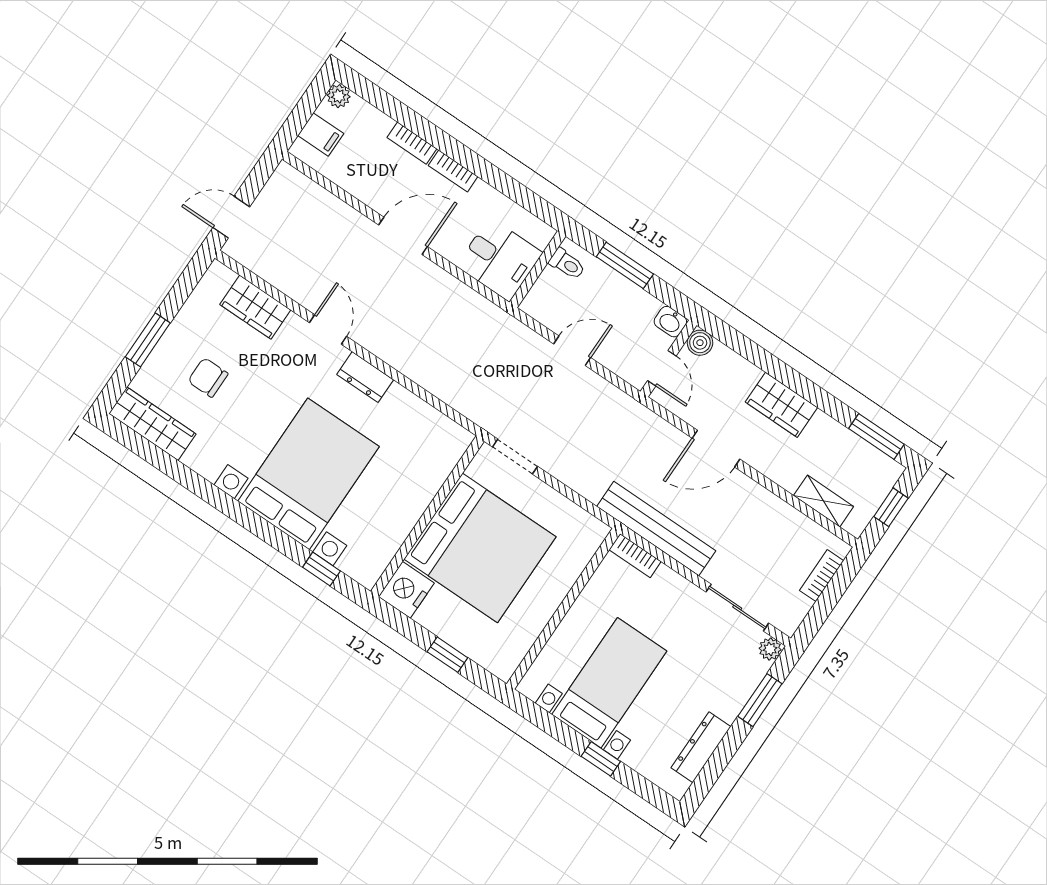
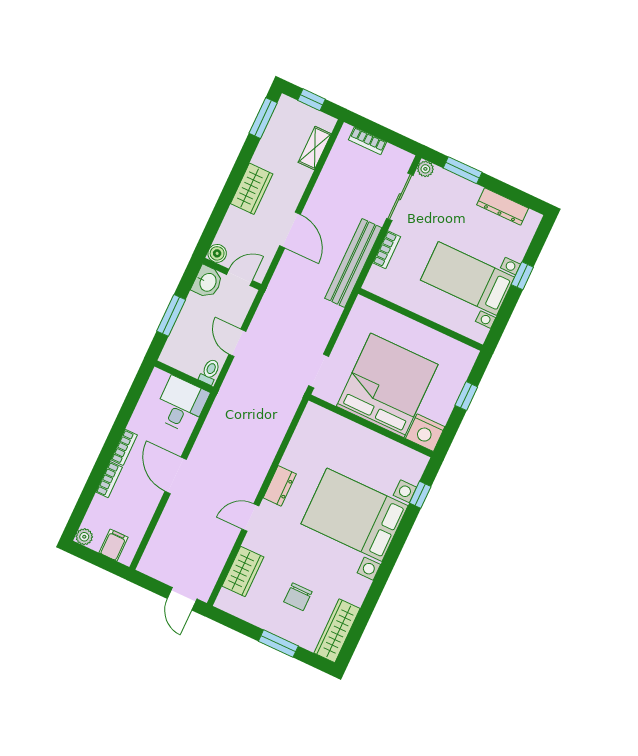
toilet: (567, 264) -> (210, 372), moved
washbasin: (670, 322) -> (207, 282), width x1.38, depth x1.45
bookcase: (635, 556) -> (387, 250), moved

